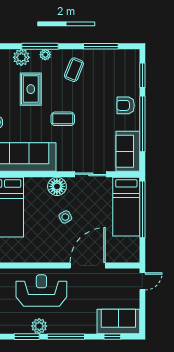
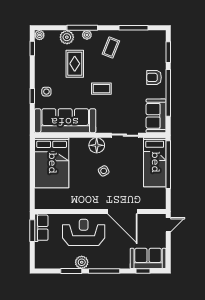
door: (88, 265) -> (122, 211), swing flipped

